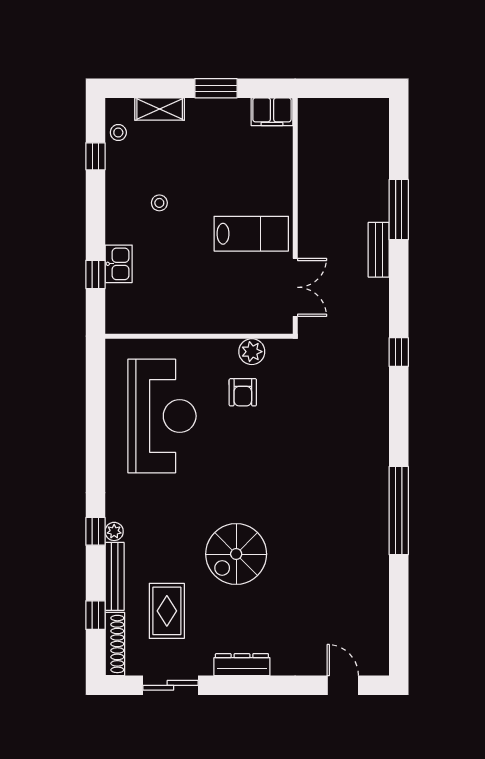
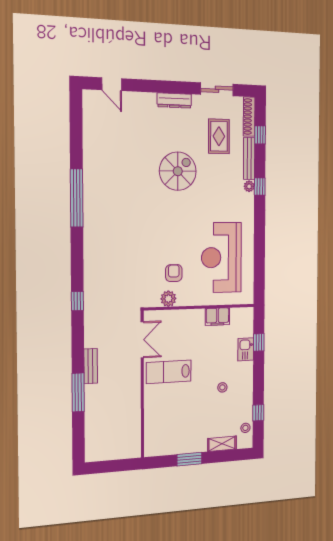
filing cabinet: (272, 112) -> (217, 317), moved, turned 180
double door: (295, 287) -> (142, 340), swing flipped

